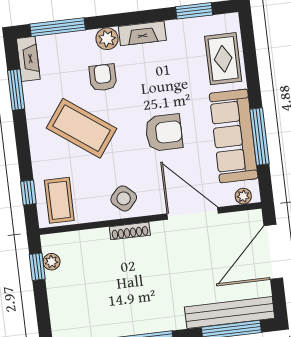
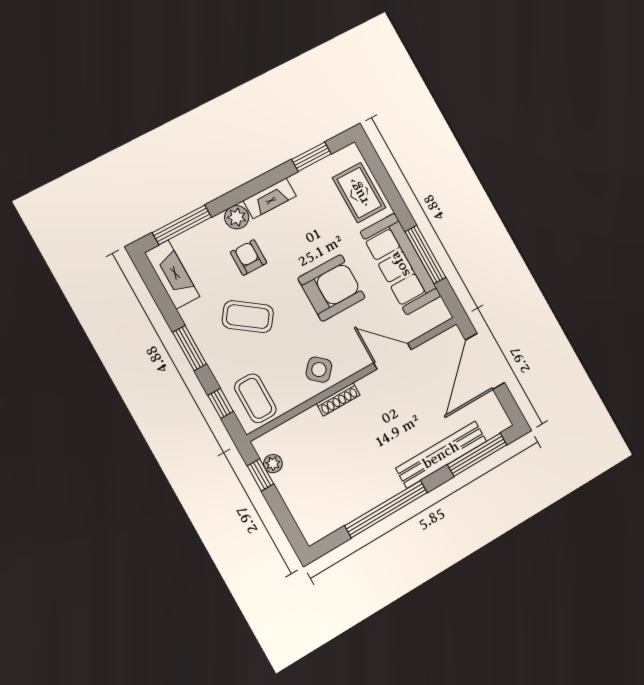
fireplace: (28, 59) -> (172, 275), width x1.37, depth x1.32
window: (16, 90) -> (190, 348), moved
coffee table: (81, 128) -> (248, 317), width x0.73, depth x0.76
armchair: (164, 133) -> (332, 288), width x1.36, depth x1.36
plant: (243, 196) -> (434, 319), removed
door: (193, 213) -> (392, 356), width x0.73
bench: (230, 313) -> (441, 455), moved

